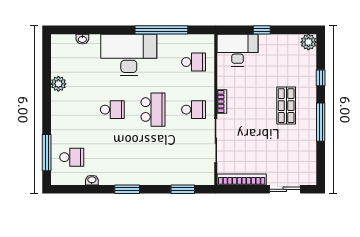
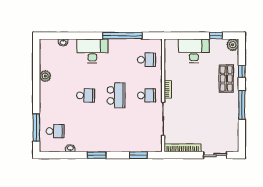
window: (262, 30) -> (216, 36), moved
desk: (238, 50) -> (194, 51), moved
desk: (129, 55) -> (92, 51), width x0.73, depth x0.77
shop shelf: (286, 106) -> (226, 79), moved

